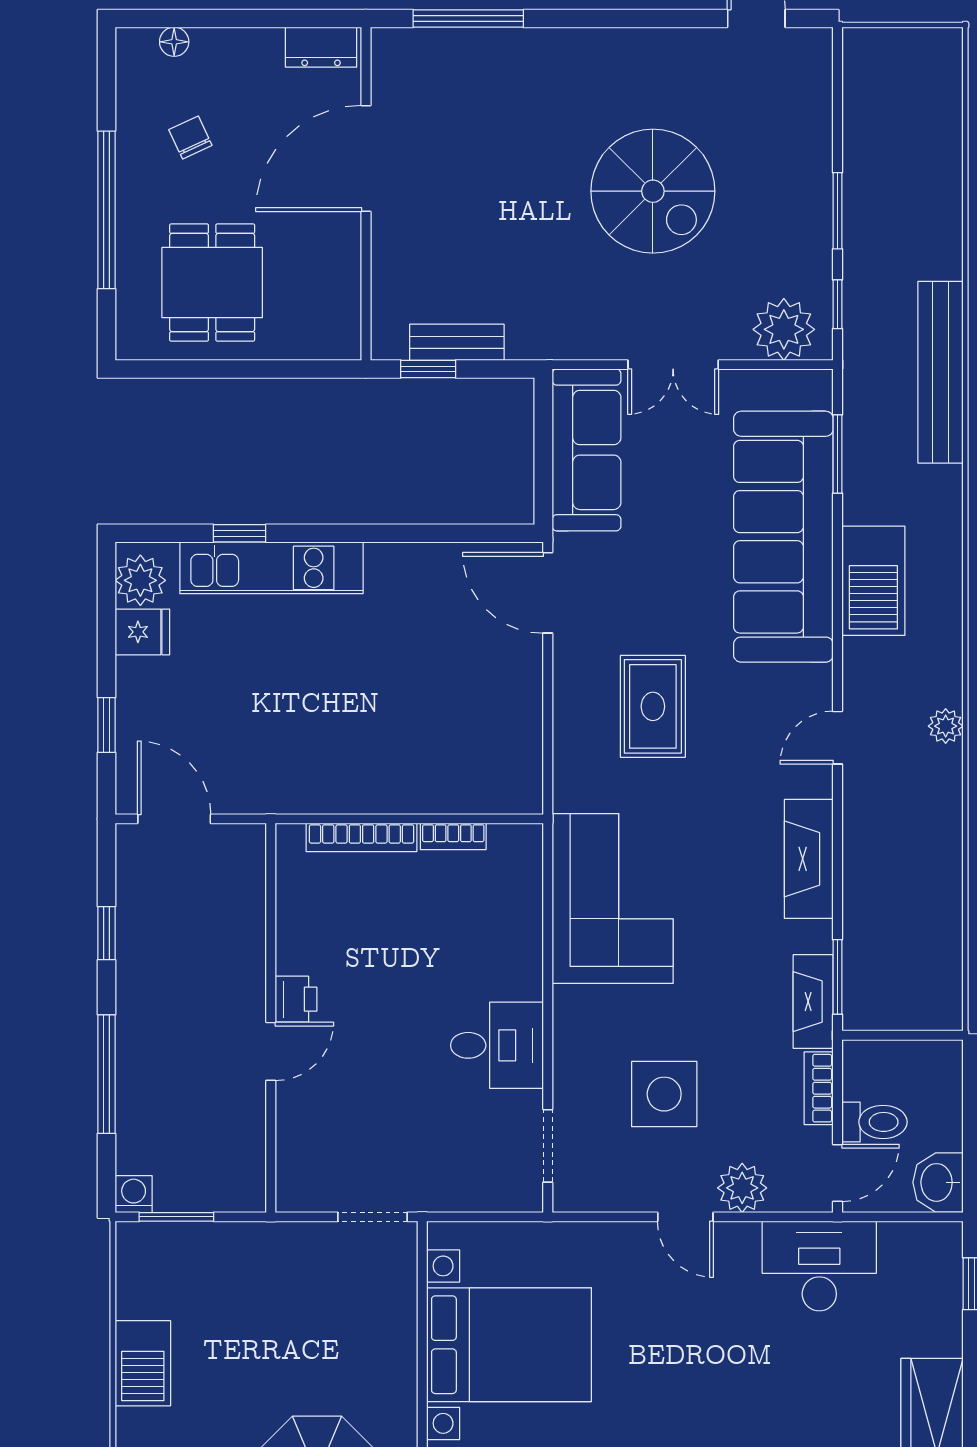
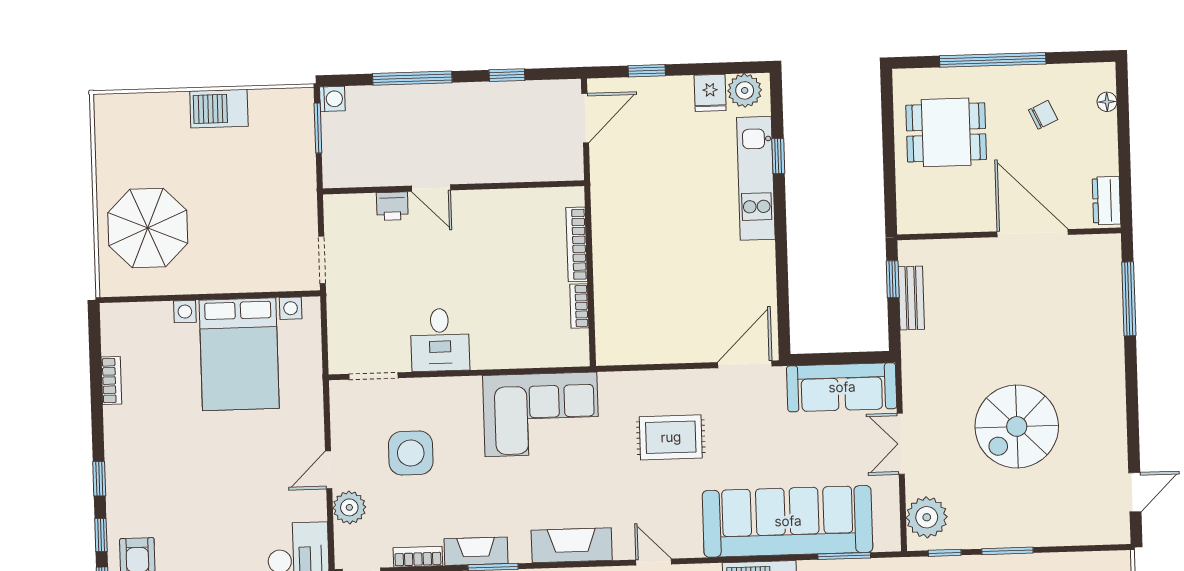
printer: (296, 999) -> (392, 206), moved

